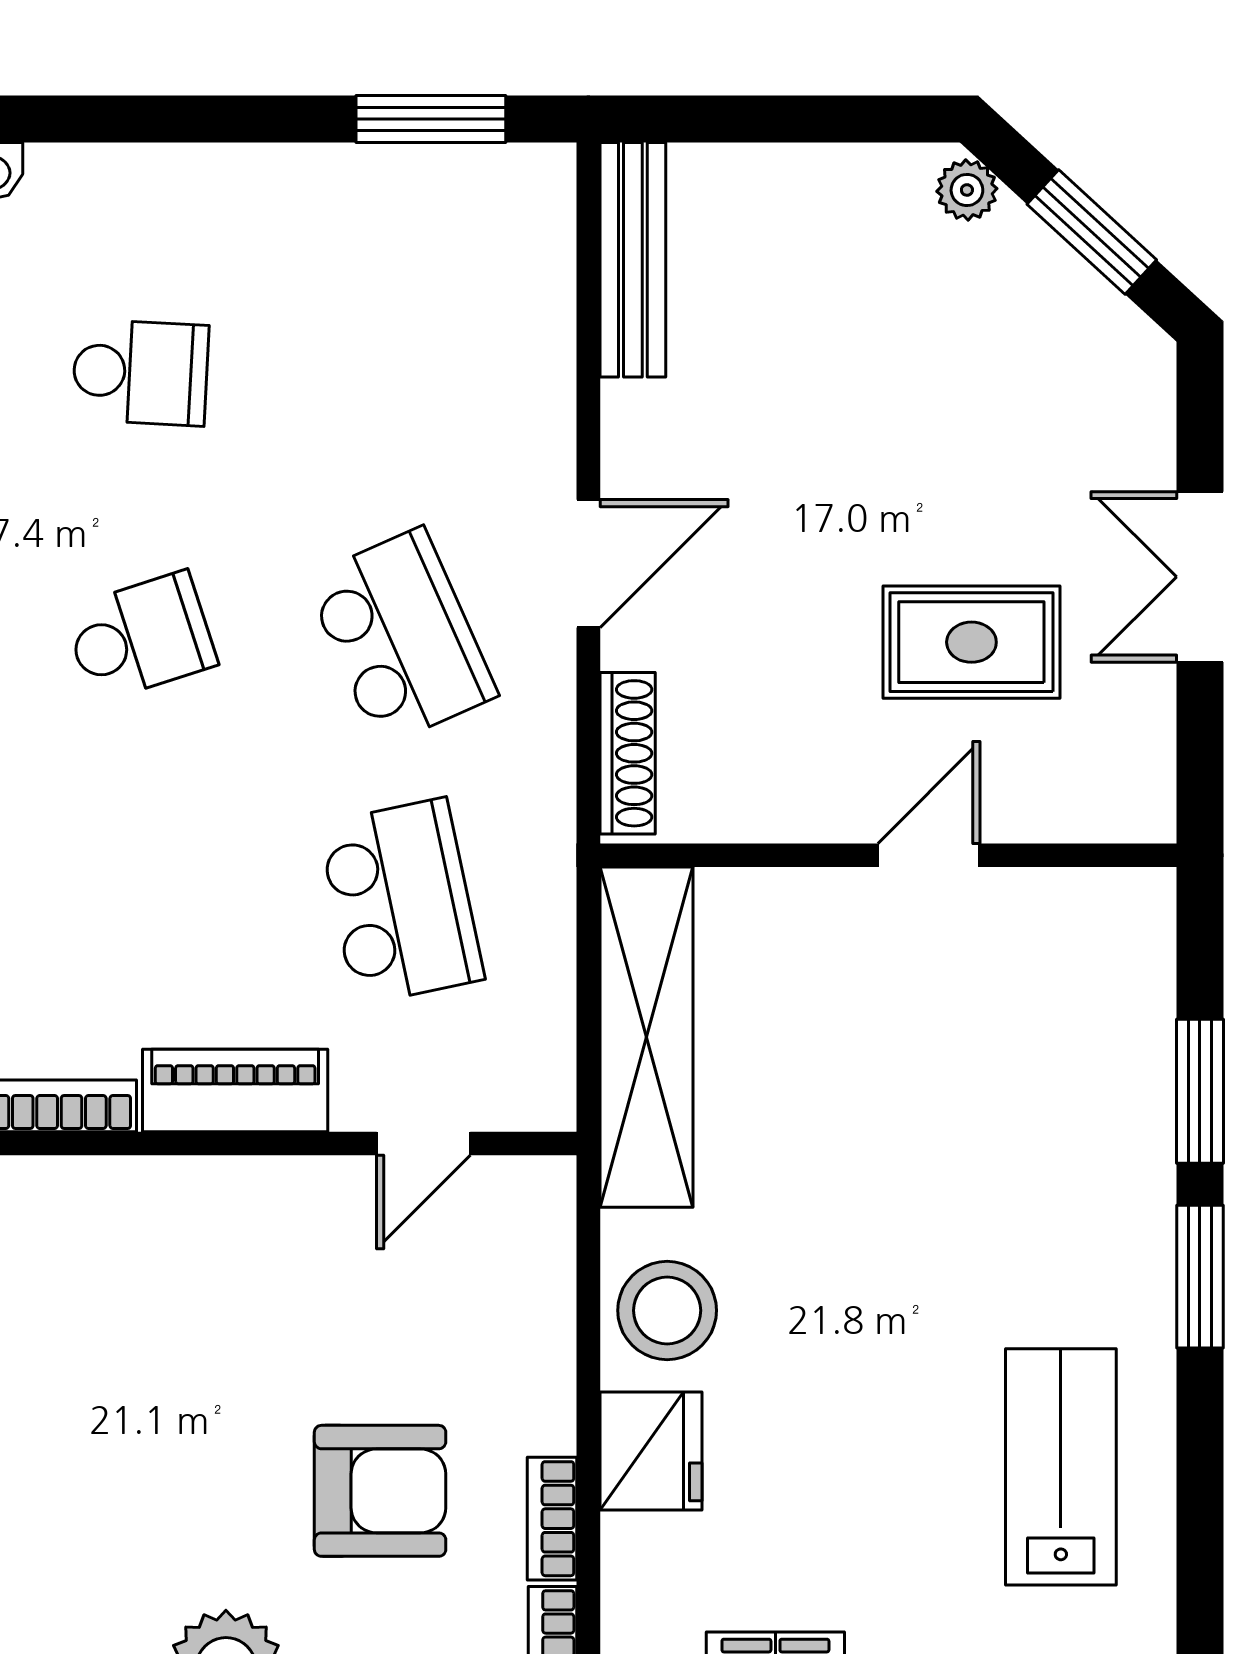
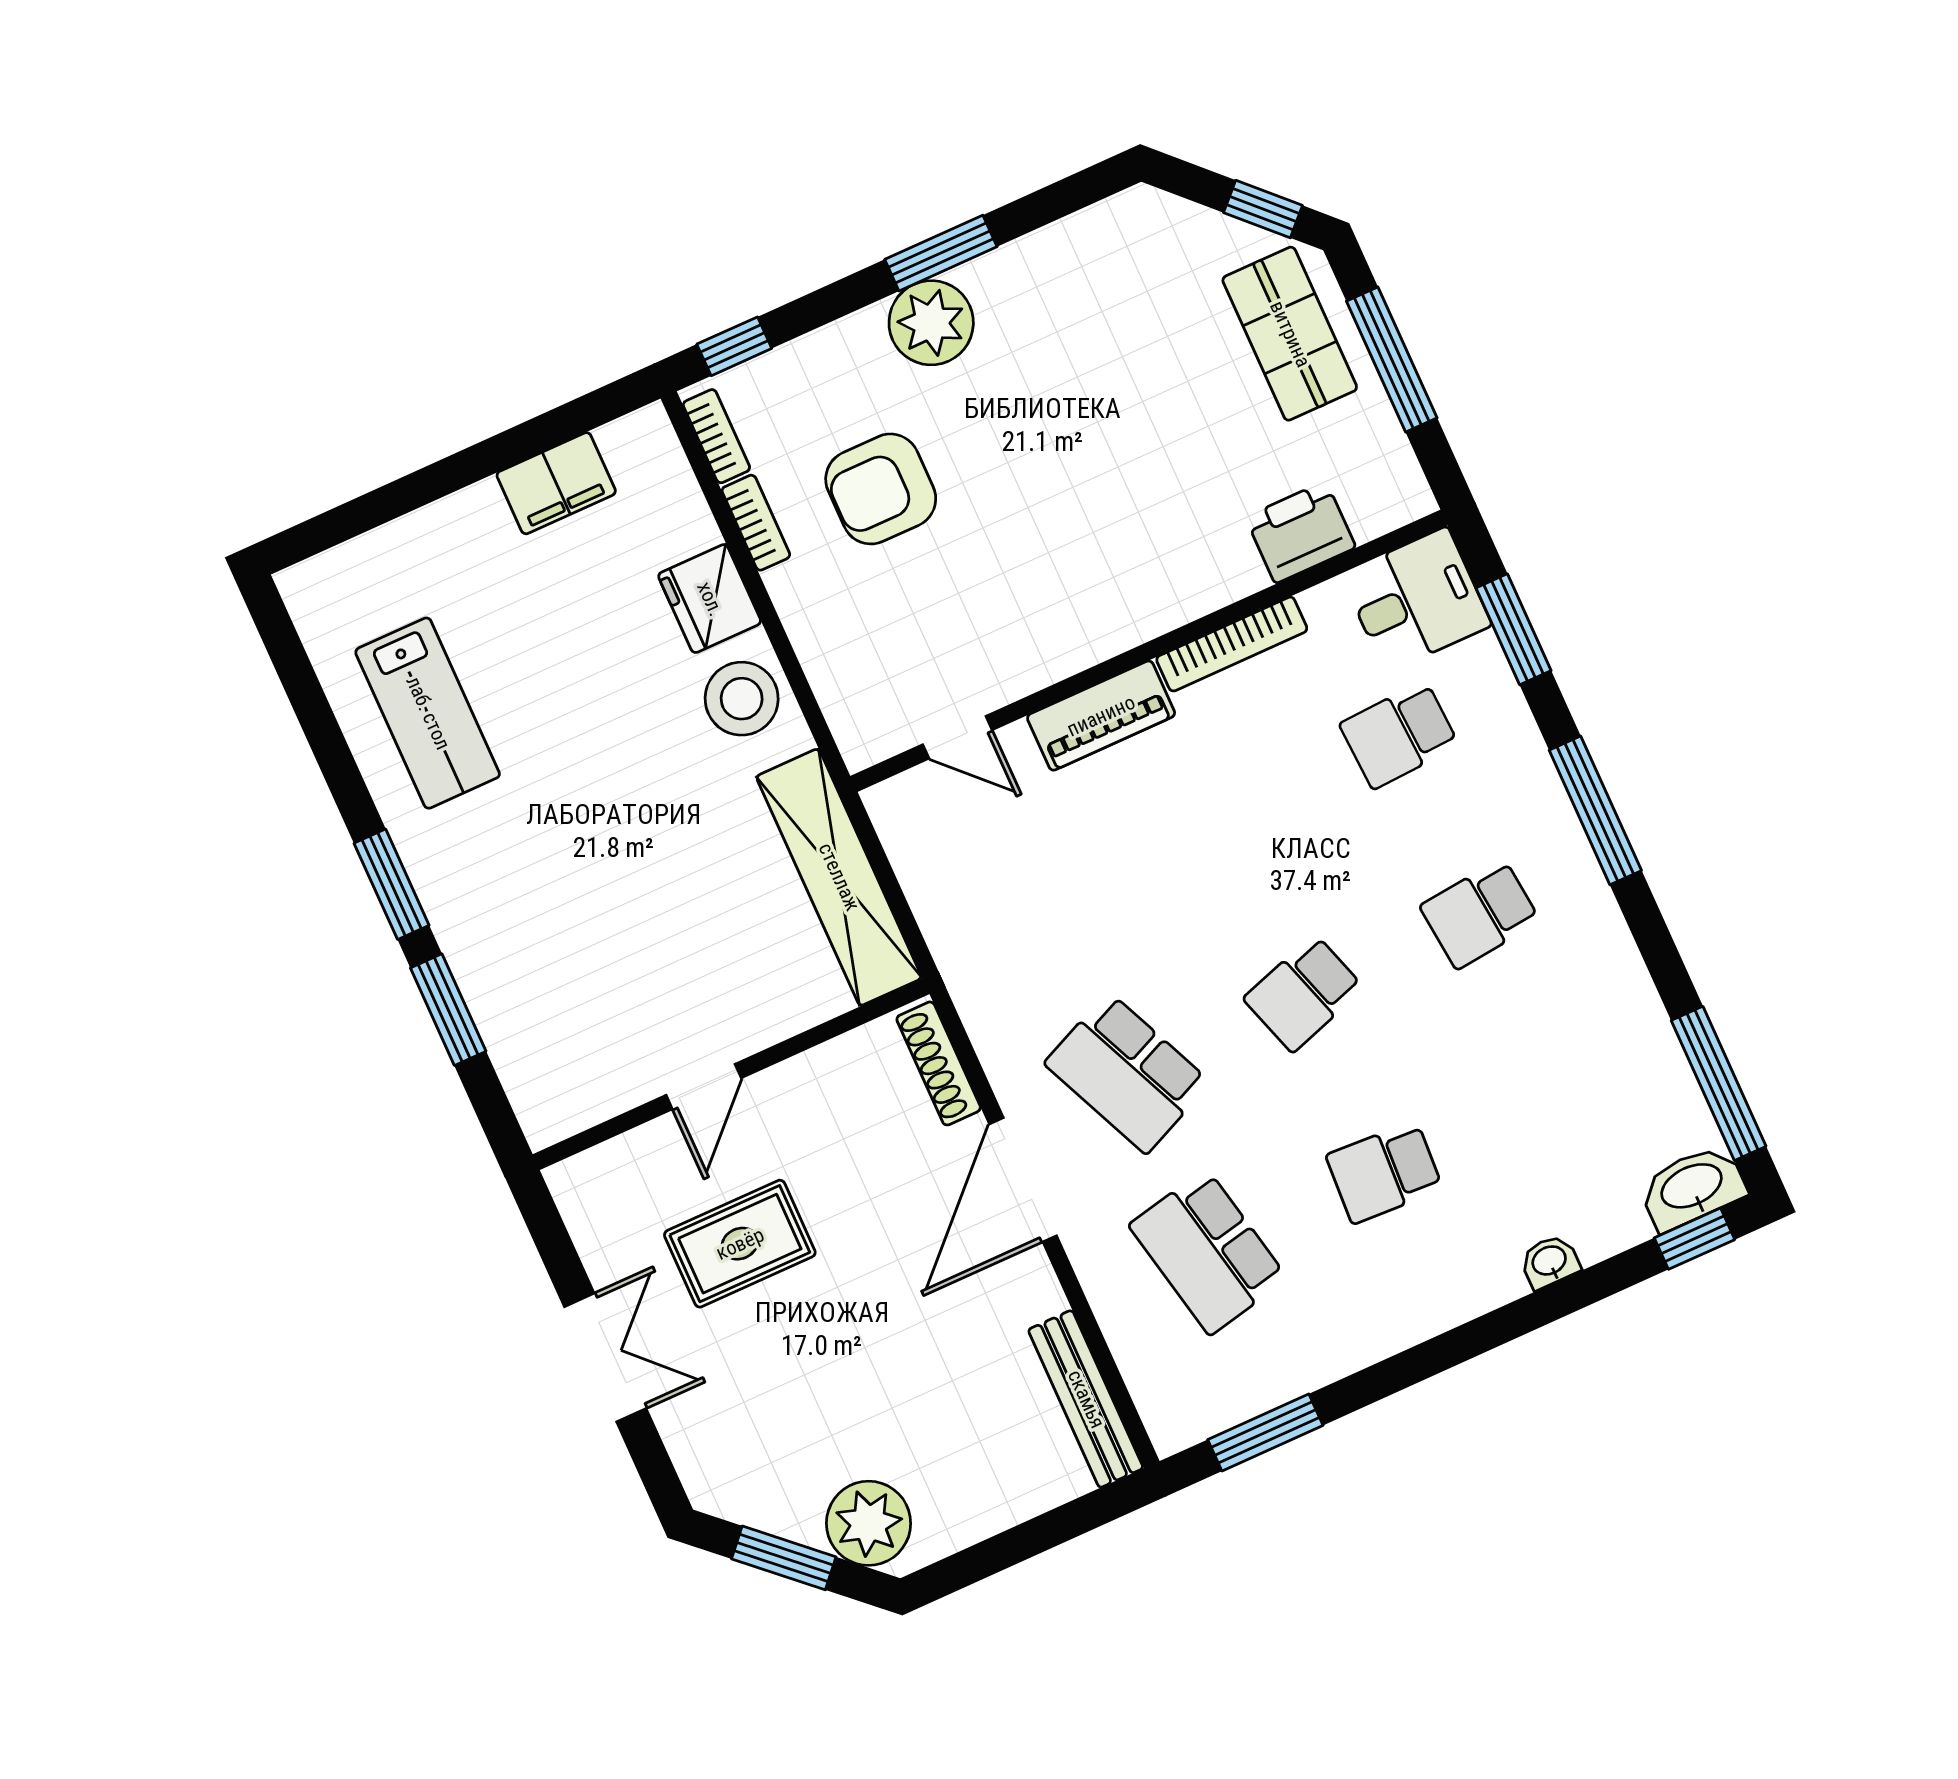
plant: (967, 190) -> (869, 1523), width x1.88, depth x1.88
door: (588, 564) -> (1023, 1180), width x1.36
school desk: (401, 902) -> (1208, 1252), moved
door: (424, 1143) -> (957, 737), swing flipped

